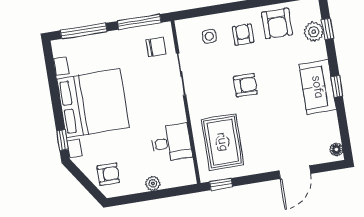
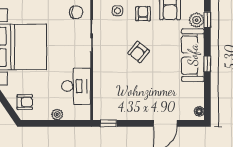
armchair: (245, 85) -> (139, 52), turned 129
sofa: (318, 87) -> (193, 55), width x1.36
rug: (223, 142) -> (115, 92), removed
desk: (171, 143) -> (76, 86), width x1.37

